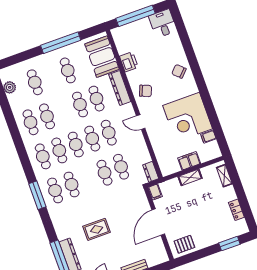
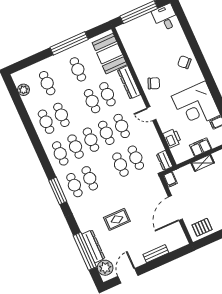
printer: (129, 62) -> (172, 138), moved

